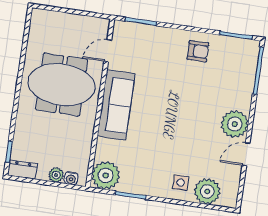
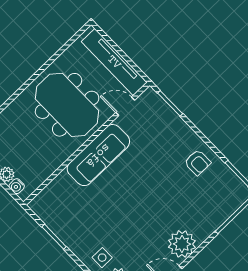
tv unit: (73, 23) -> (114, 62), added
plant: (106, 175) -> (46, 205), removed

